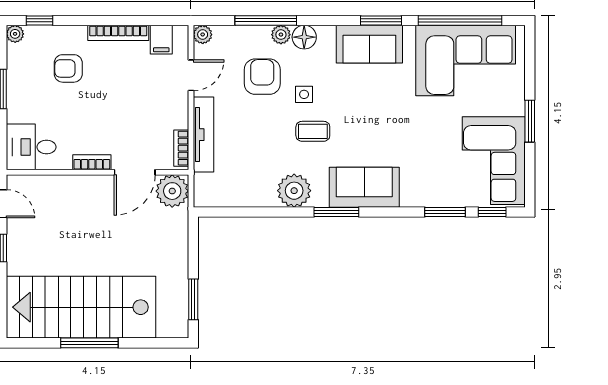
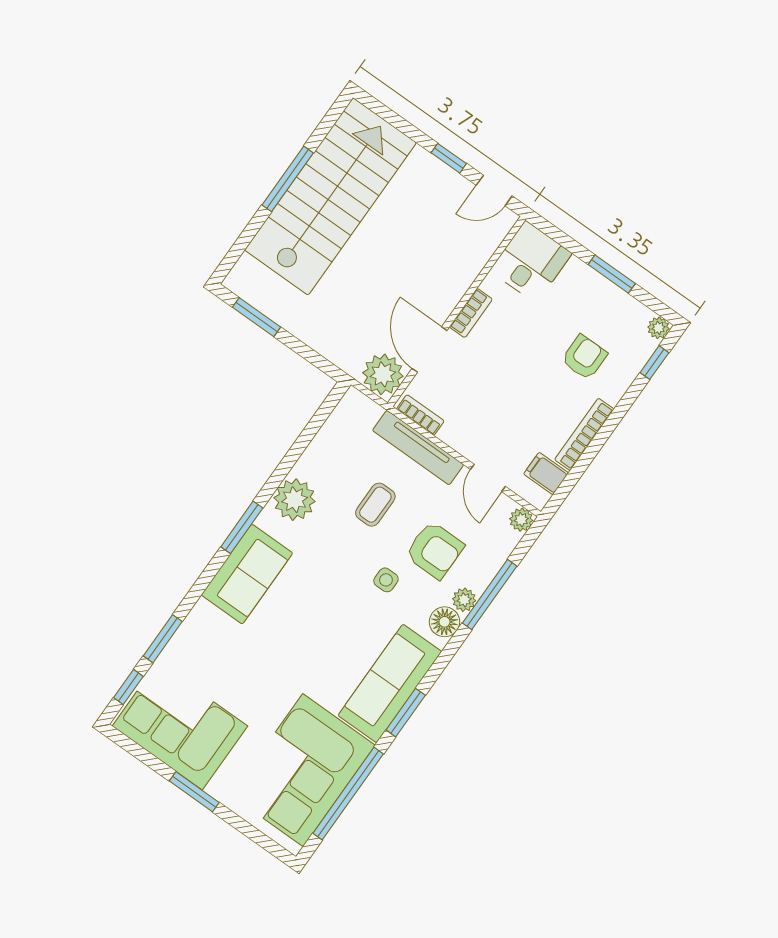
sofa: (369, 44) -> (390, 683), width x1.36
coffee table: (313, 131) -> (375, 505), moved

